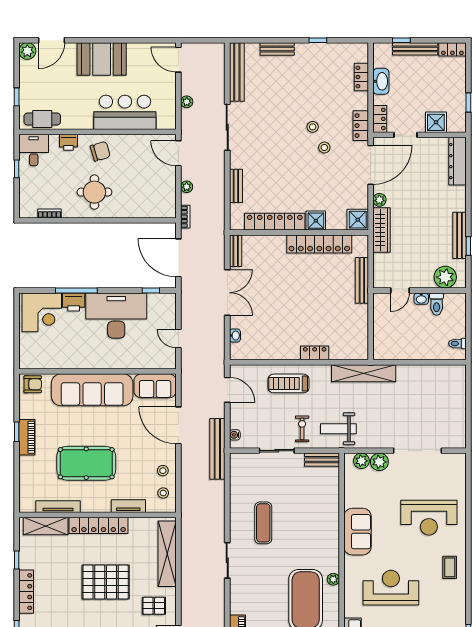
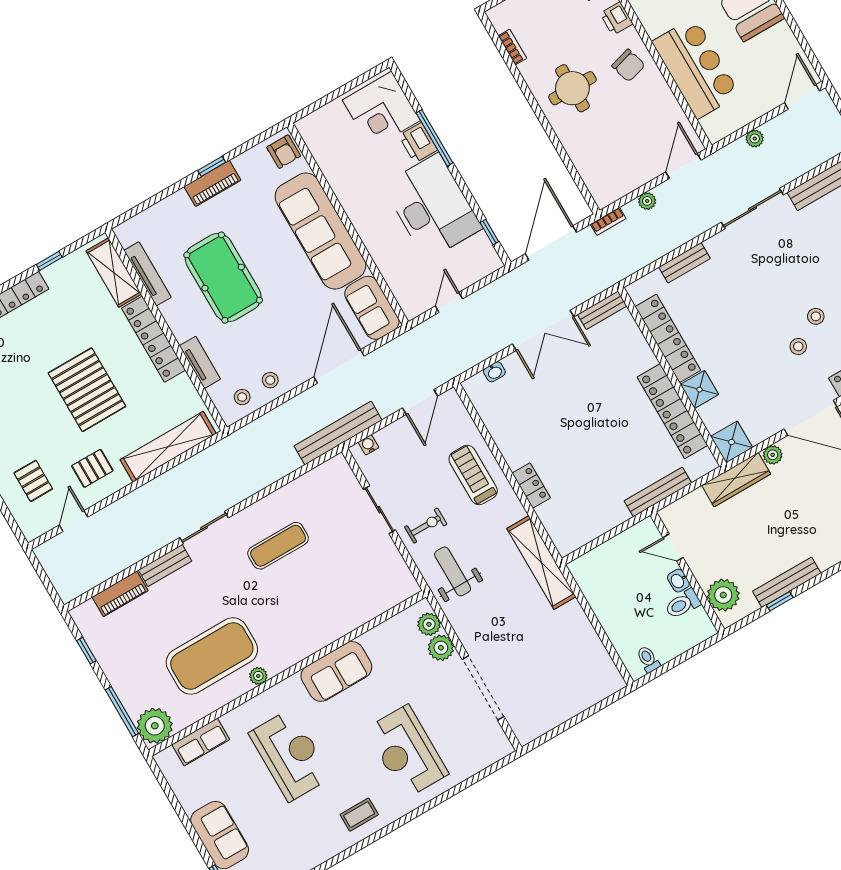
bench: (322, 460) -> (165, 566), moved, turned 90
pallet: (154, 606) -> (92, 468), turned 90

